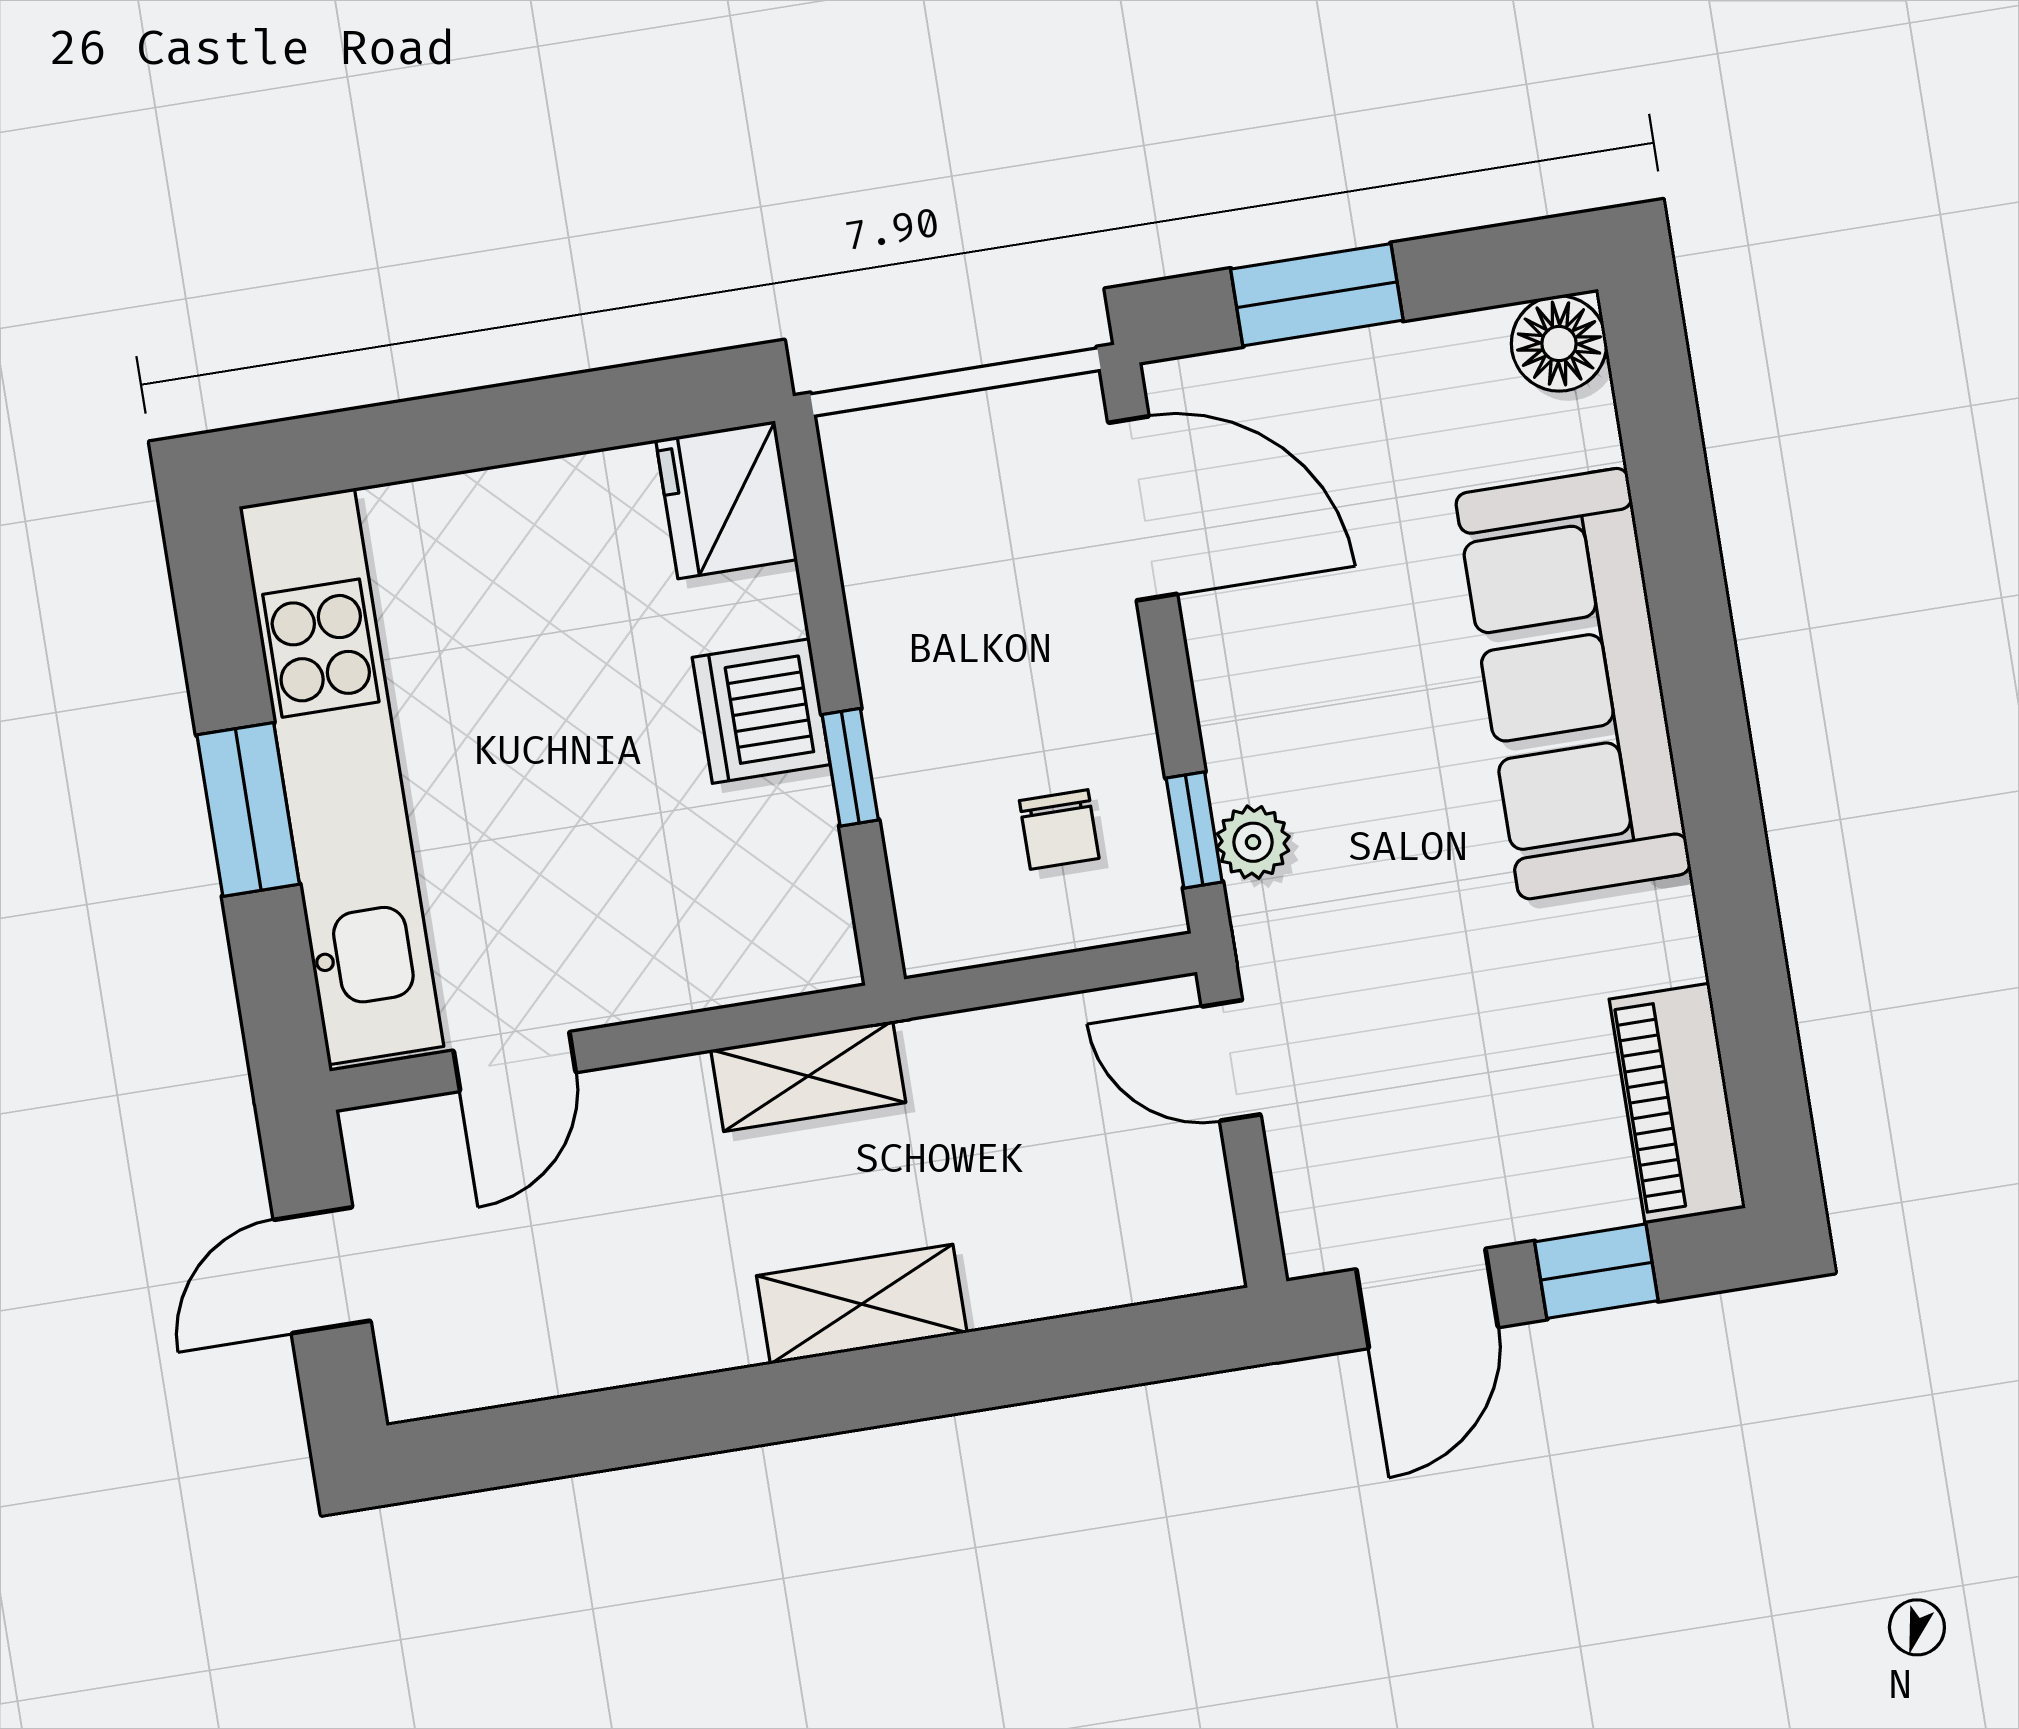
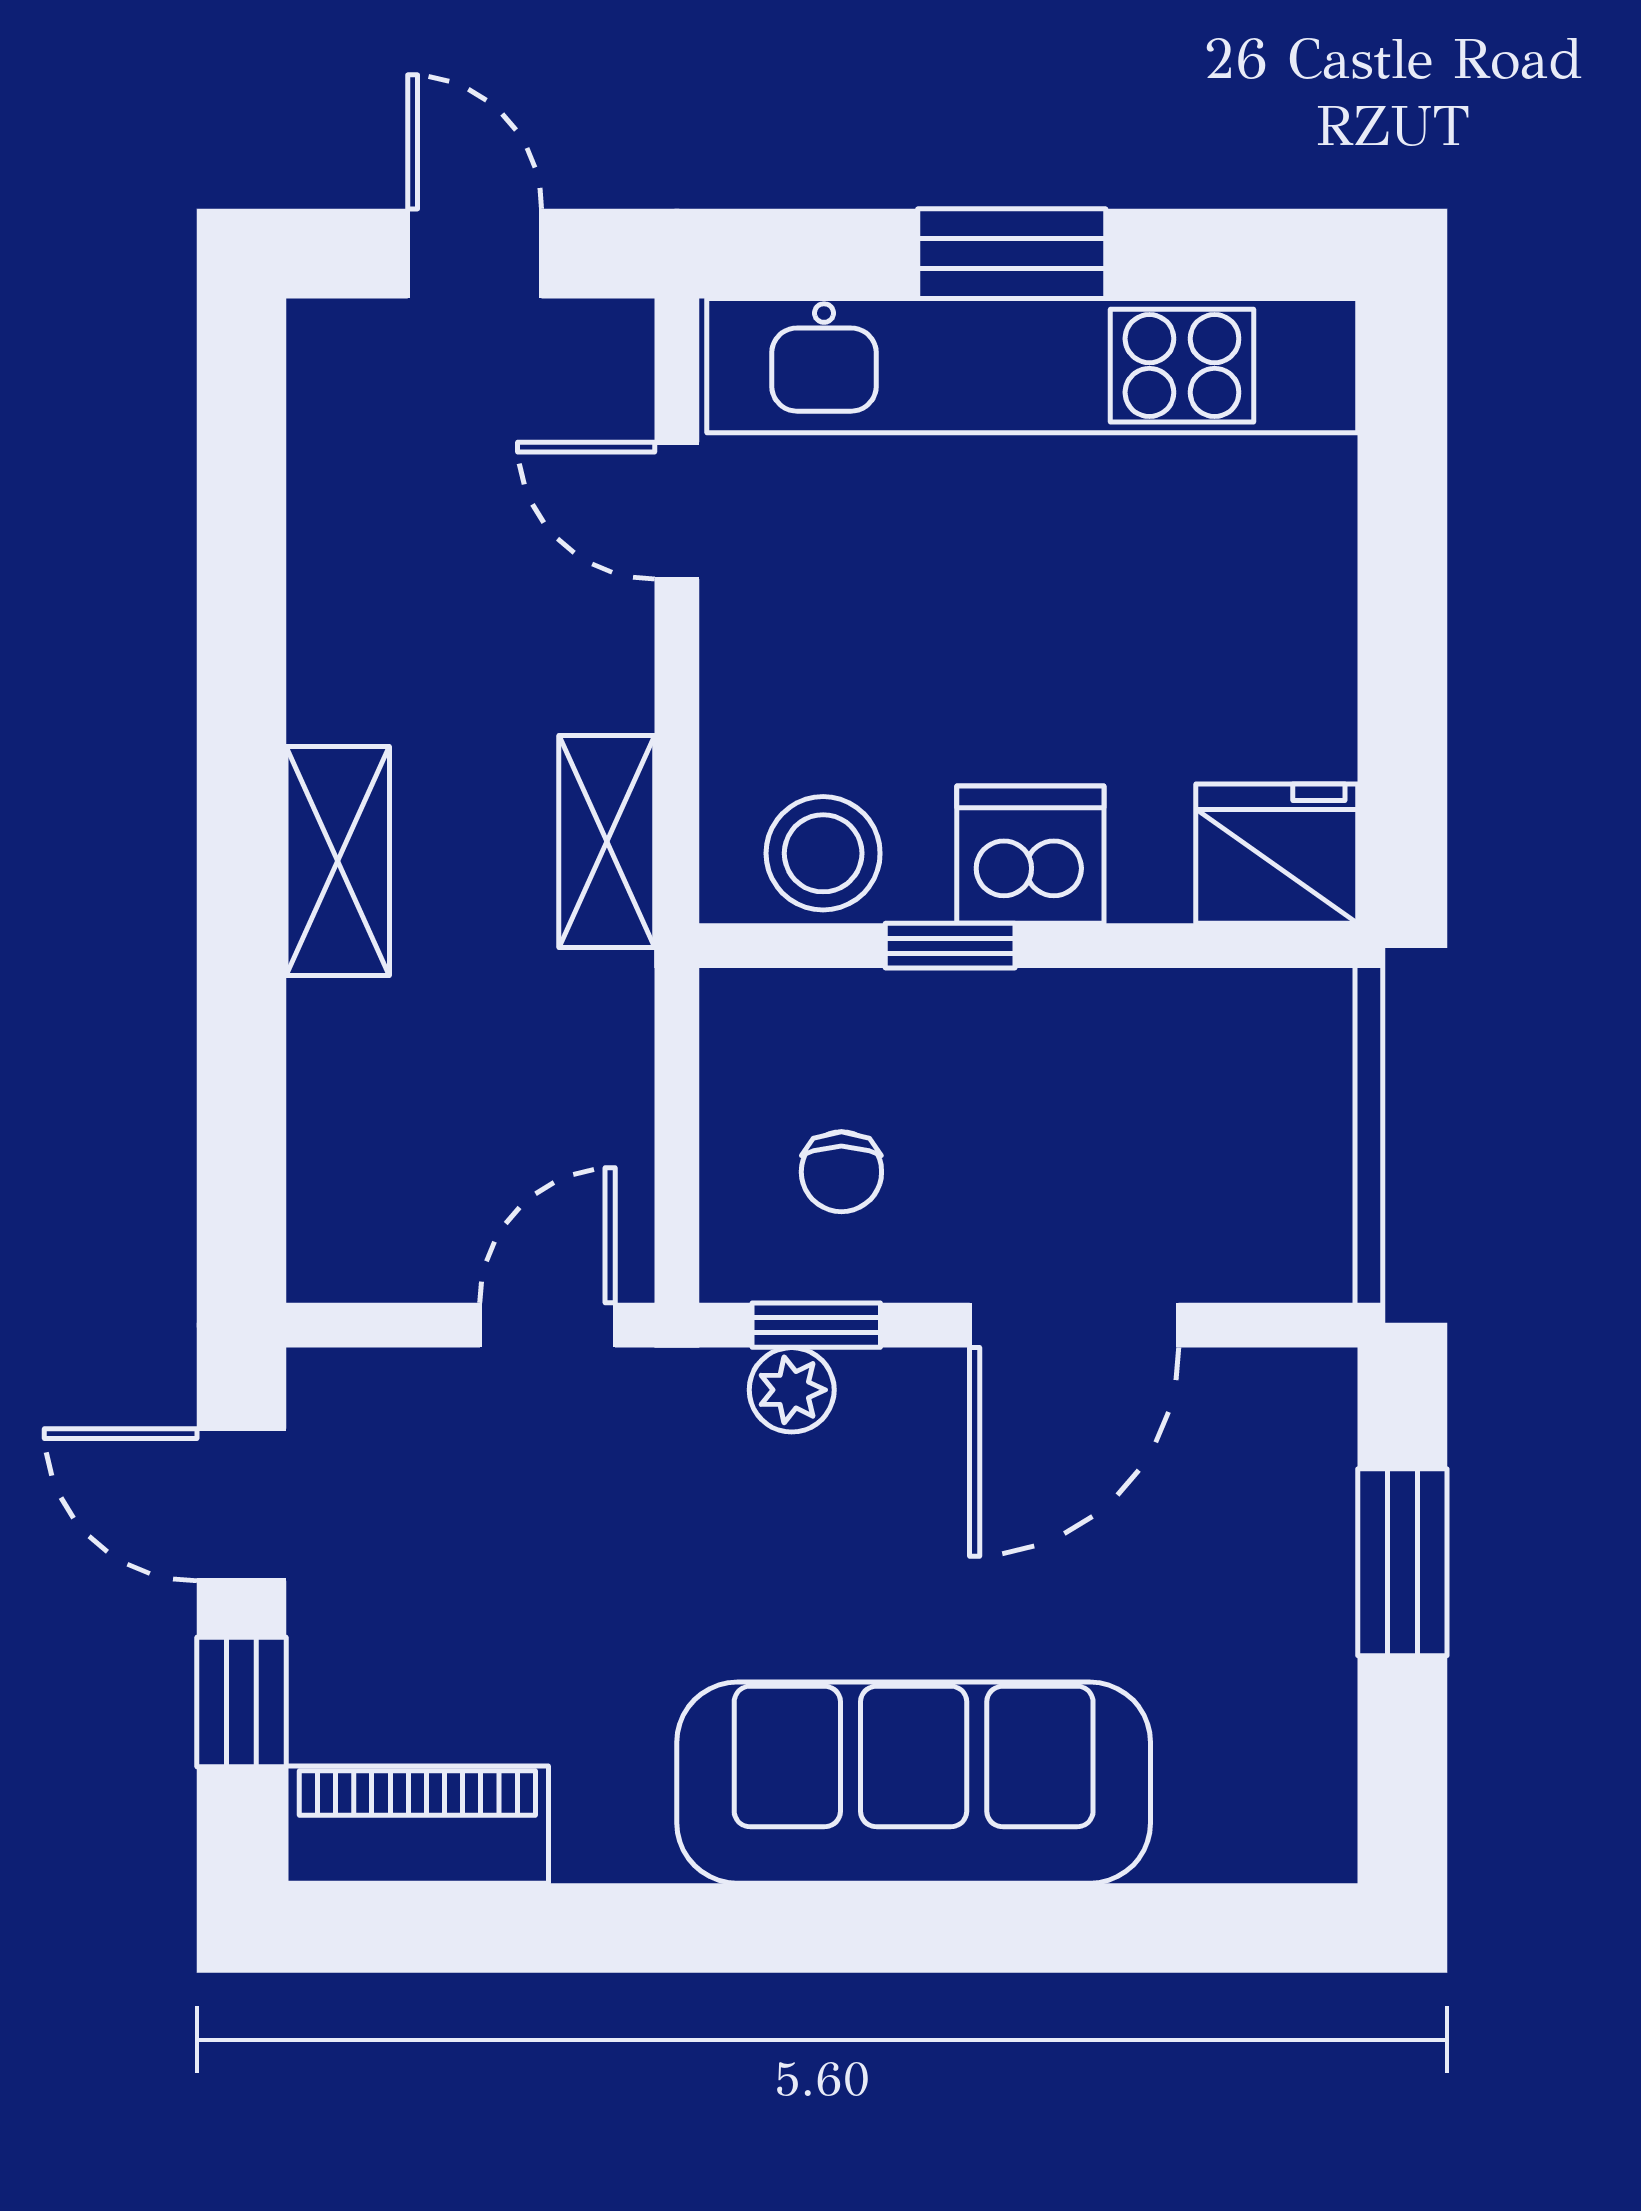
floor lamp: (1559, 343) -> (1303, 1828), removed
door: (1143, 508) -> (1074, 1325), moved
chair: (1059, 829) -> (841, 1172), turned -90
stool: (789, 889) -> (823, 853), added

